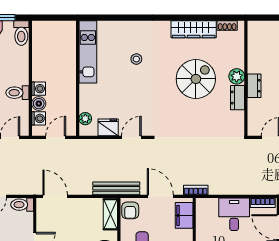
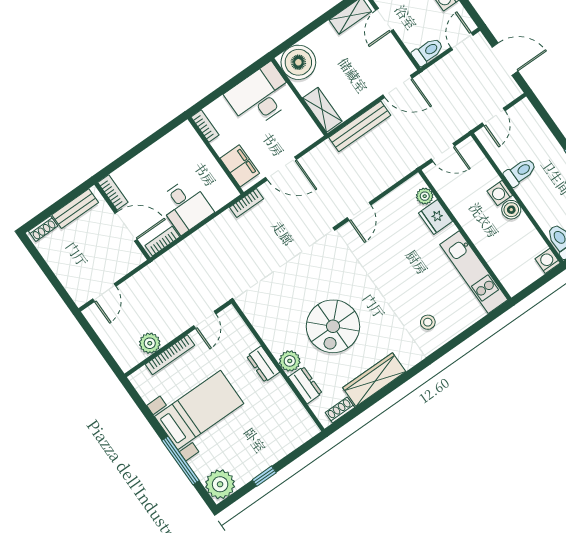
stool: (136, 59) -> (428, 322), moved
dresser: (238, 98) -> (305, 385), moved
boiler: (39, 104) -> (511, 210), moved
washing machine: (39, 118) -> (548, 261), moved, turned 90
fridge: (108, 127) -> (436, 217), moved, turned 90
door: (56, 137) -> (443, 152), hinge flipped
bench: (116, 188) -> (360, 126), moved
armchair: (130, 210) -> (303, 129), removed

